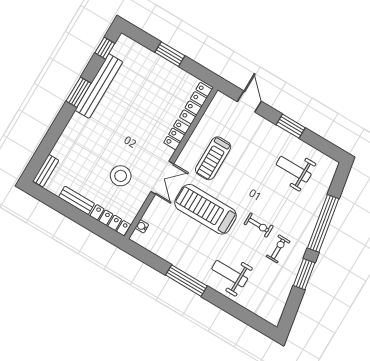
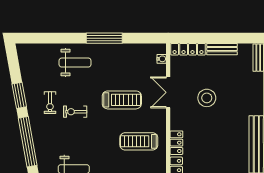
treadmill: (213, 158) -> (139, 141), turned -90
stool: (121, 176) -> (207, 98), moved
double door: (162, 178) -> (168, 92), moved
treadmill: (206, 209) -> (122, 100), width x0.73, depth x0.73

